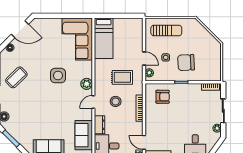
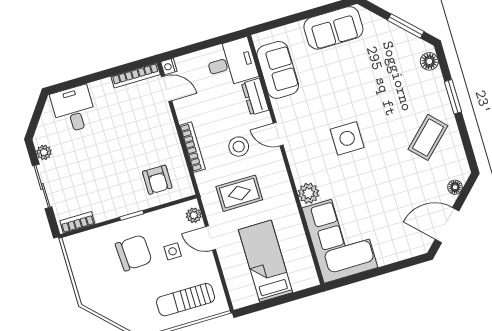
bed: (104, 38) -> (265, 261), moved
side table: (58, 76) -> (347, 138), moved
plant: (87, 84) -> (308, 193), moved
armchair: (163, 97) -> (157, 180), turned -90
door: (93, 102) -> (278, 134), swing flipped

